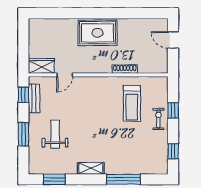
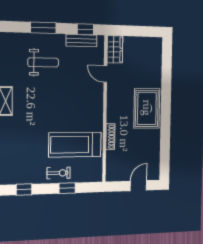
treadmill: (132, 104) -> (75, 145), width x1.37, depth x1.38

